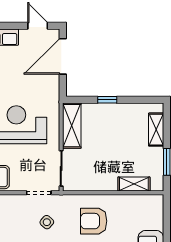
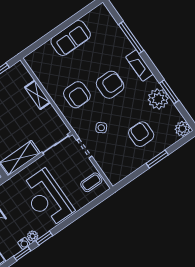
shelving: (134, 184) -> (37, 95), moved

